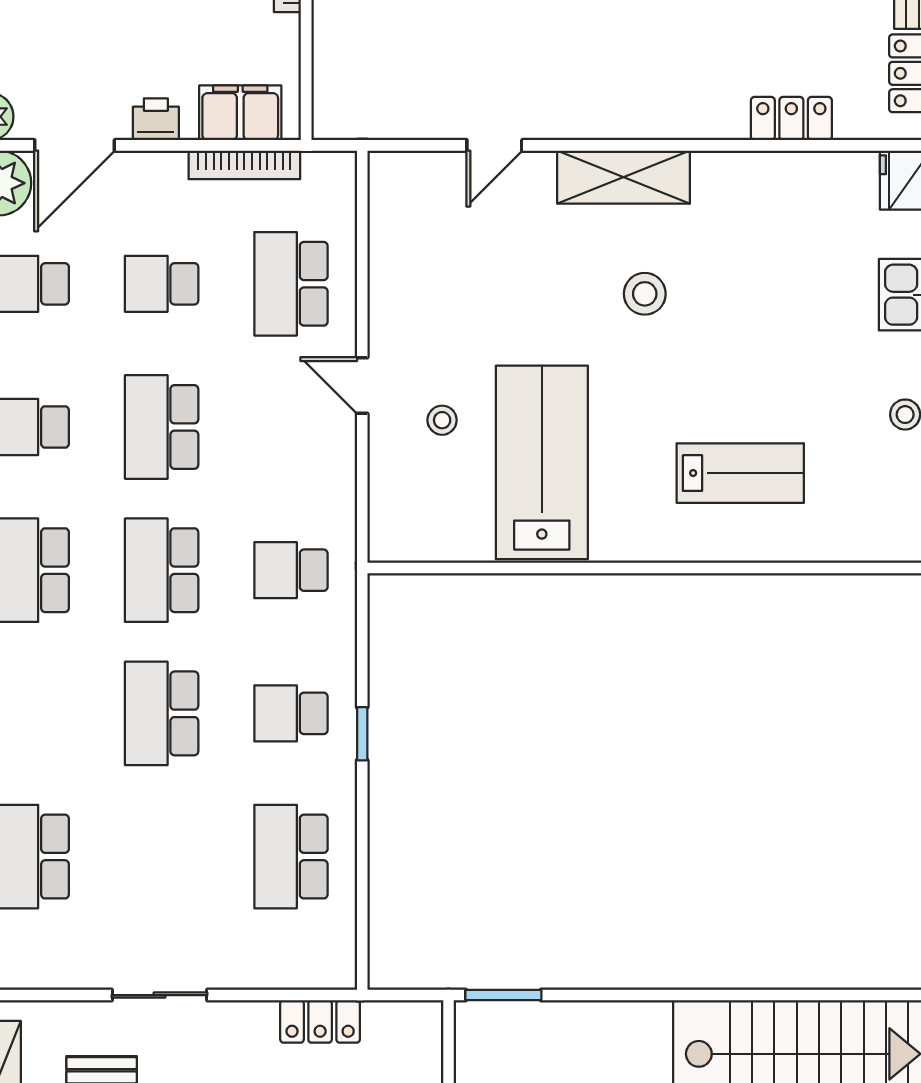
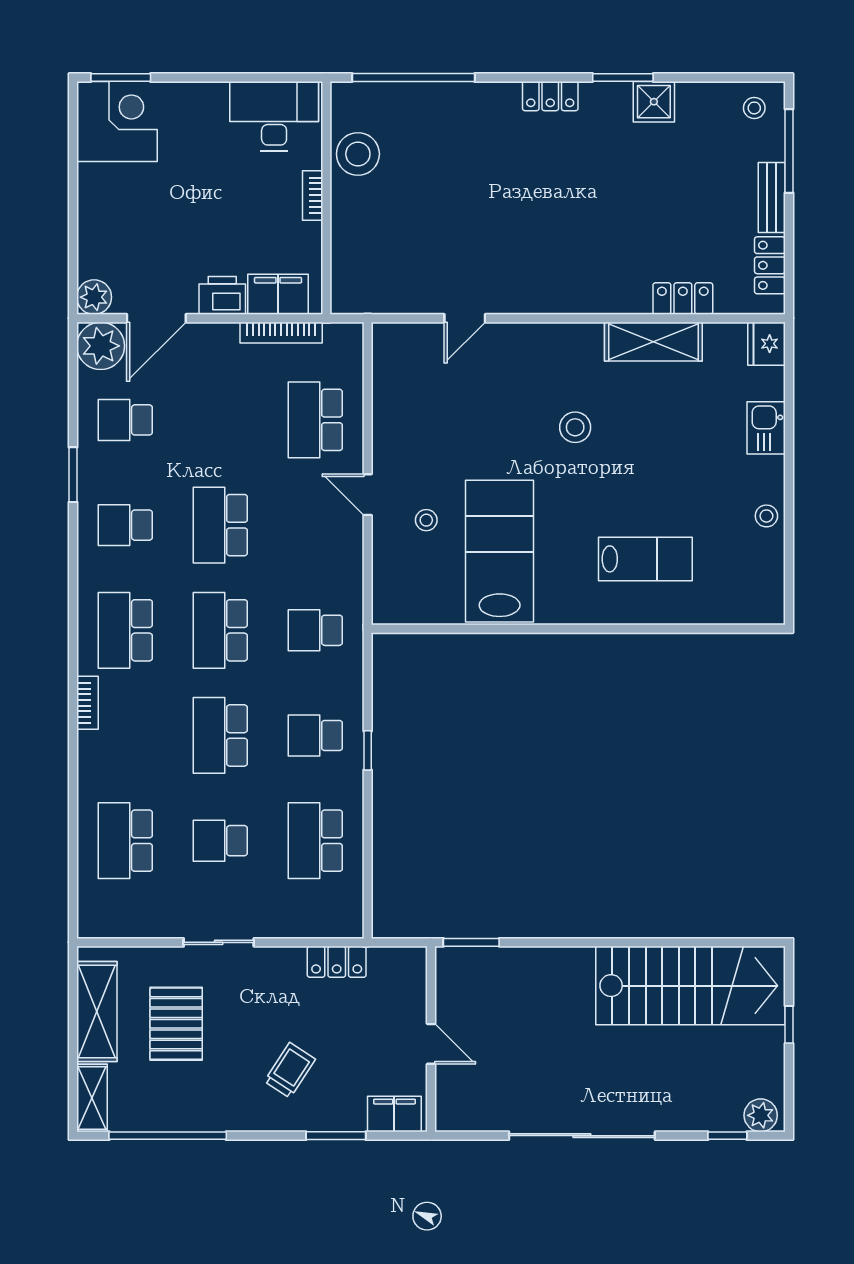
printer: (156, 119) -> (222, 295), width x1.36, depth x1.24
shelving: (624, 177) -> (653, 342), moved
school desk: (162, 284) -> (220, 841), moved

